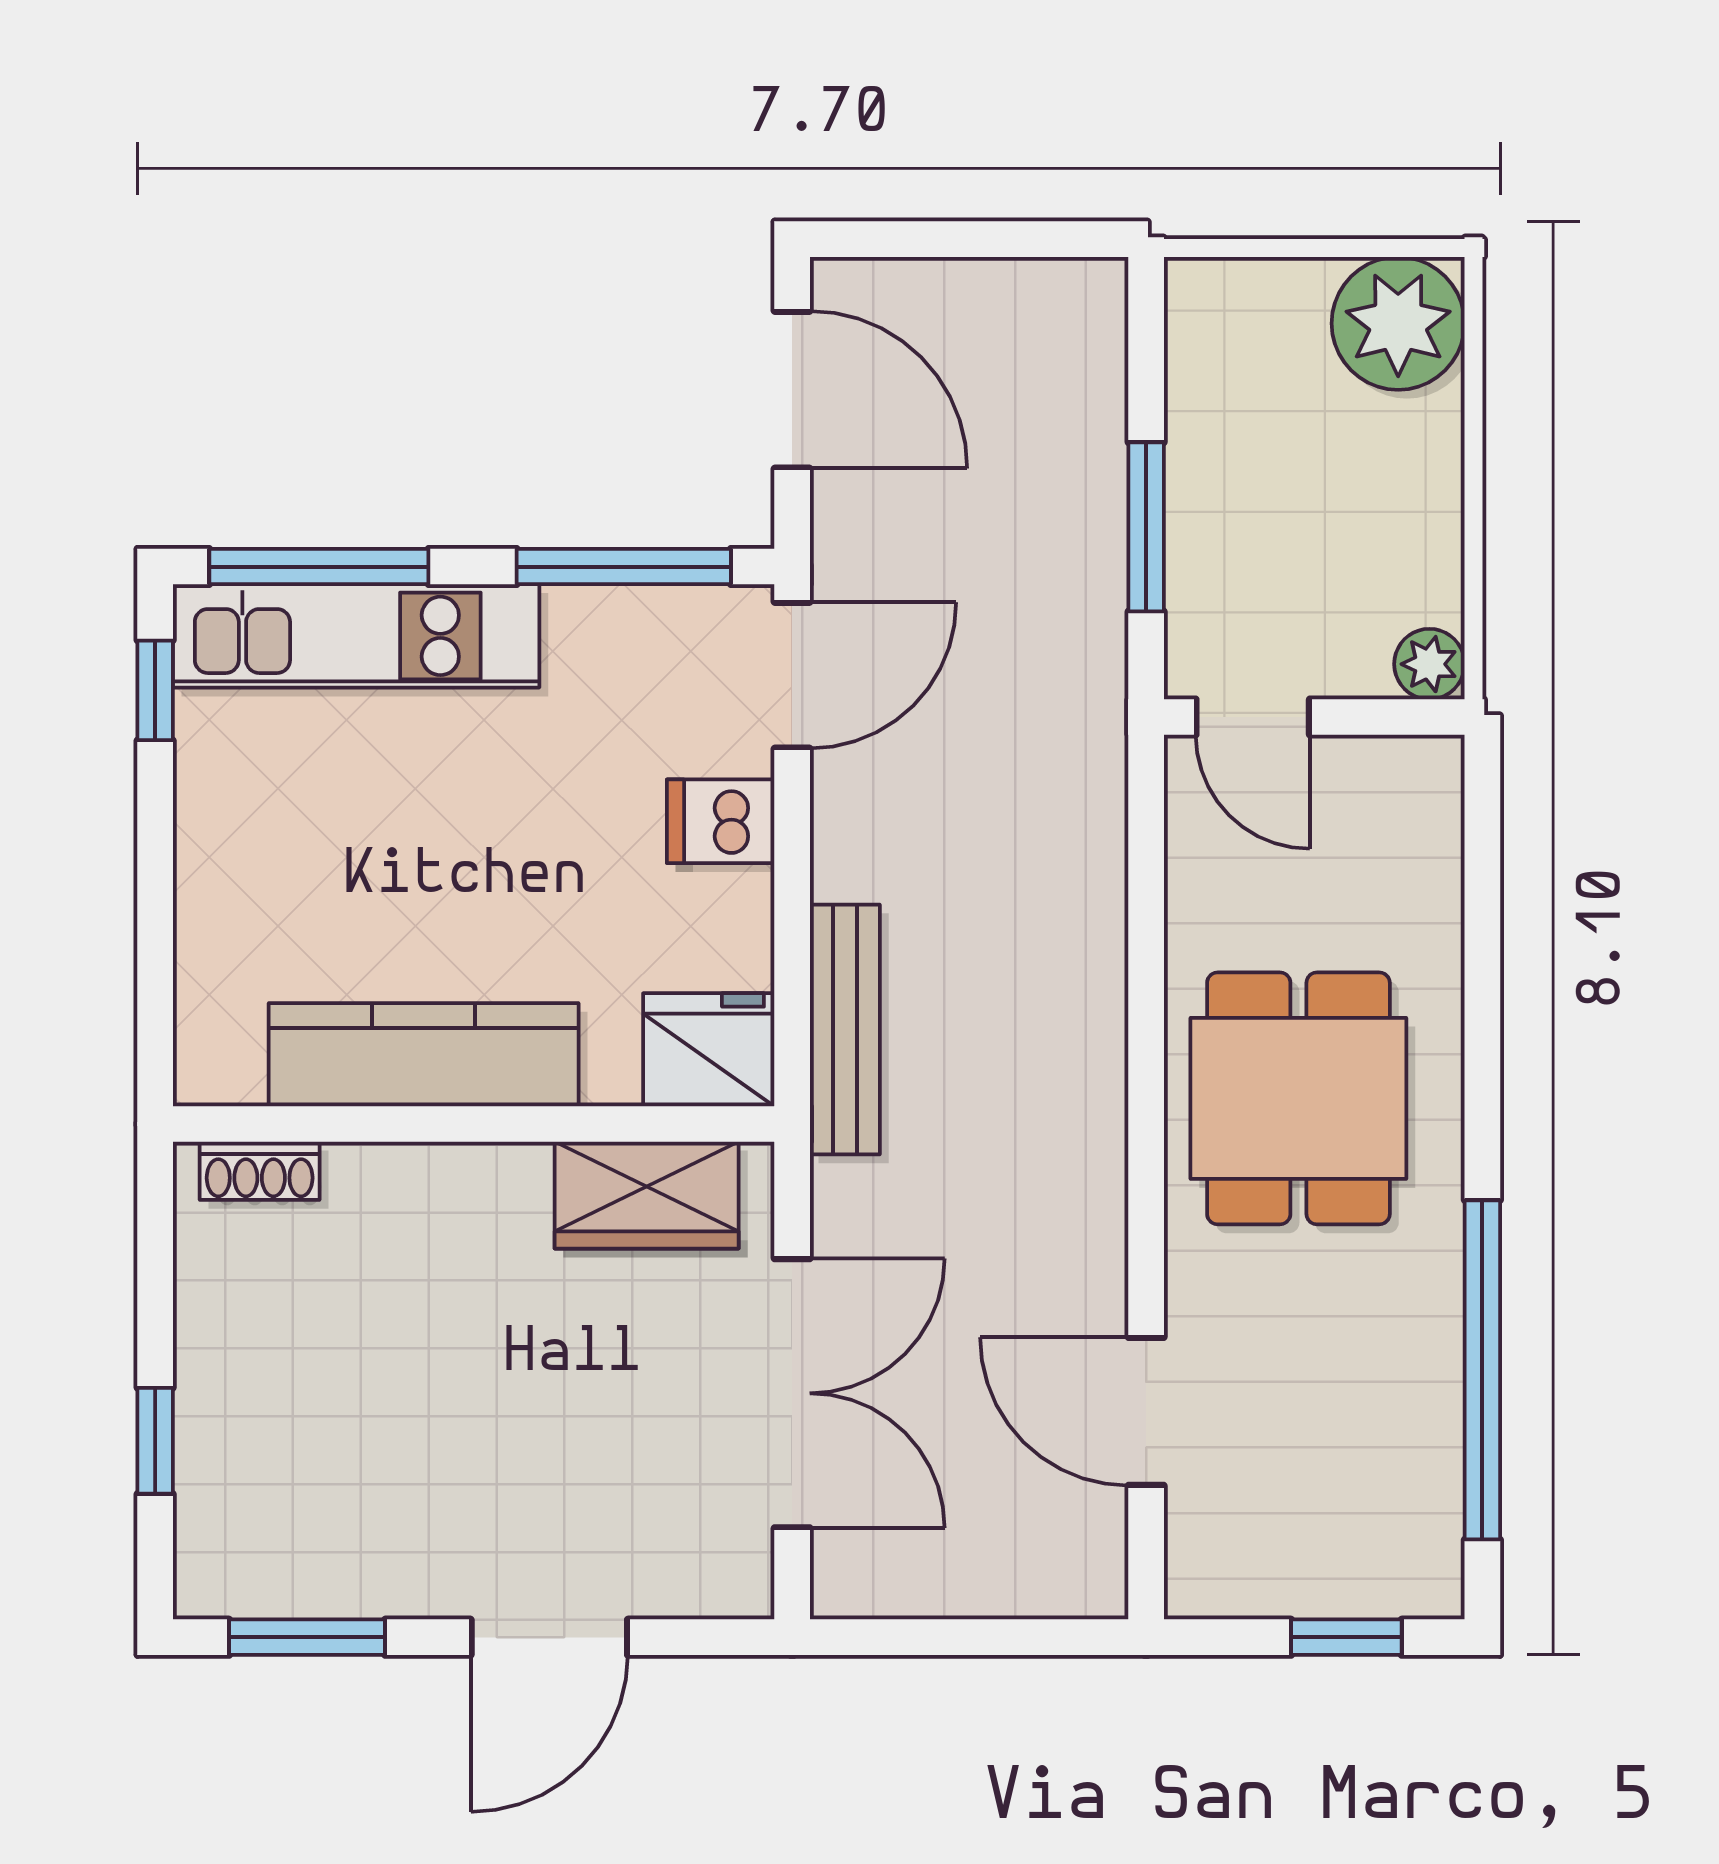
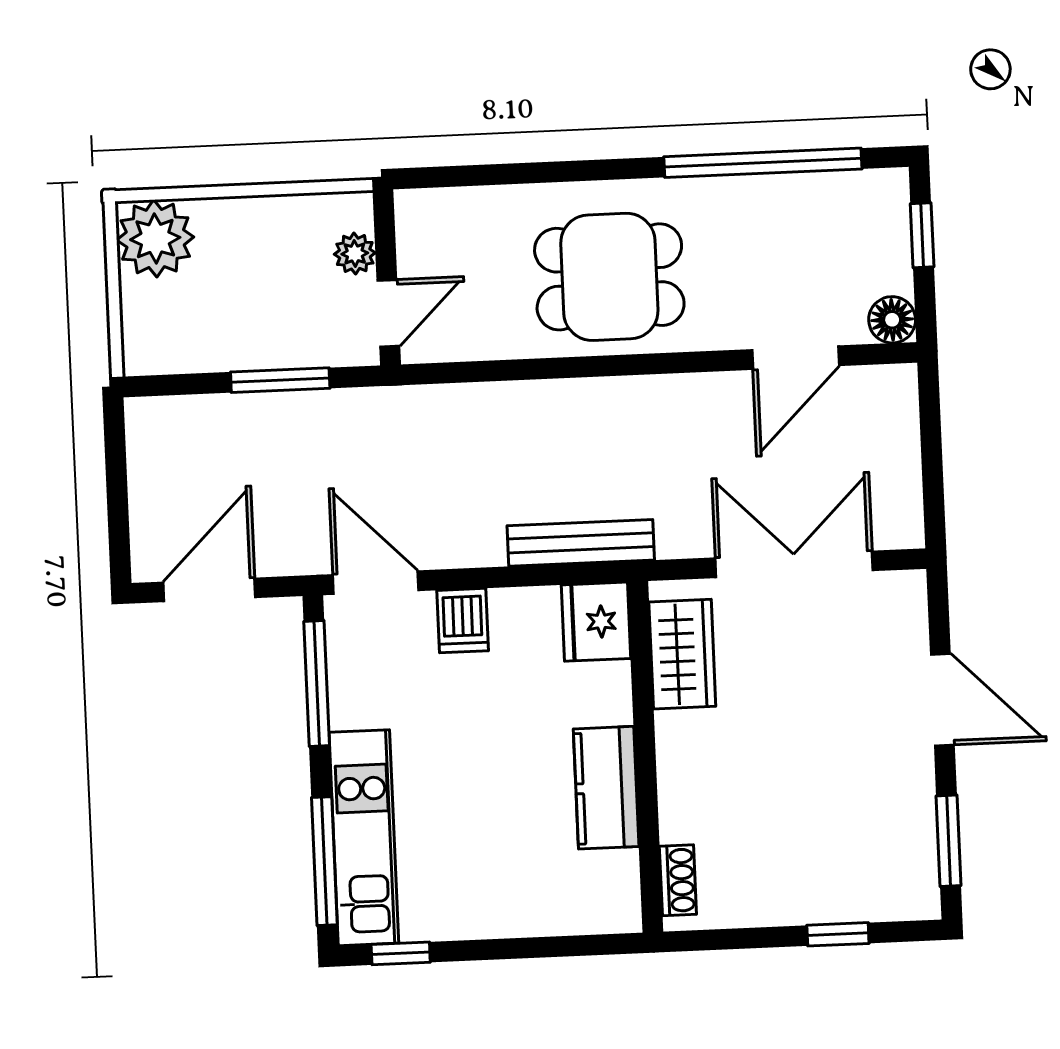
plant: (1429, 664) -> (355, 254), moved
kitchen counter: (424, 1055) -> (606, 788), width x0.67
floor lamp: (1204, 1580) -> (892, 320), added

